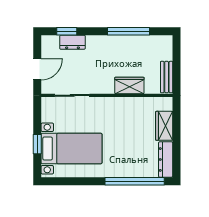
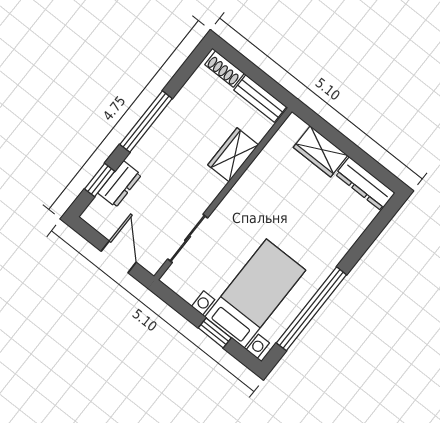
window: (129, 31) -> (146, 122), moved
shoe rack: (167, 49) -> (224, 69), added
window: (135, 181) -> (311, 309), moved

